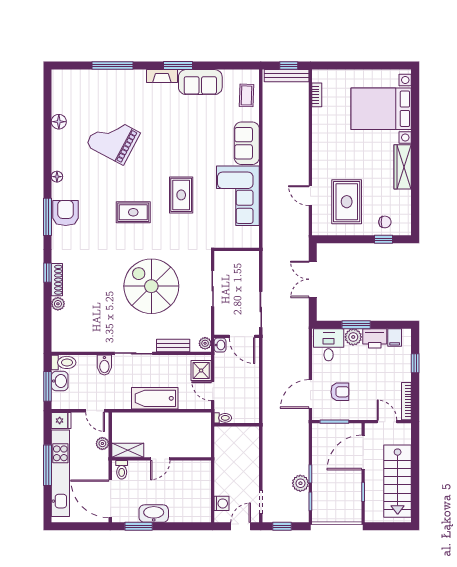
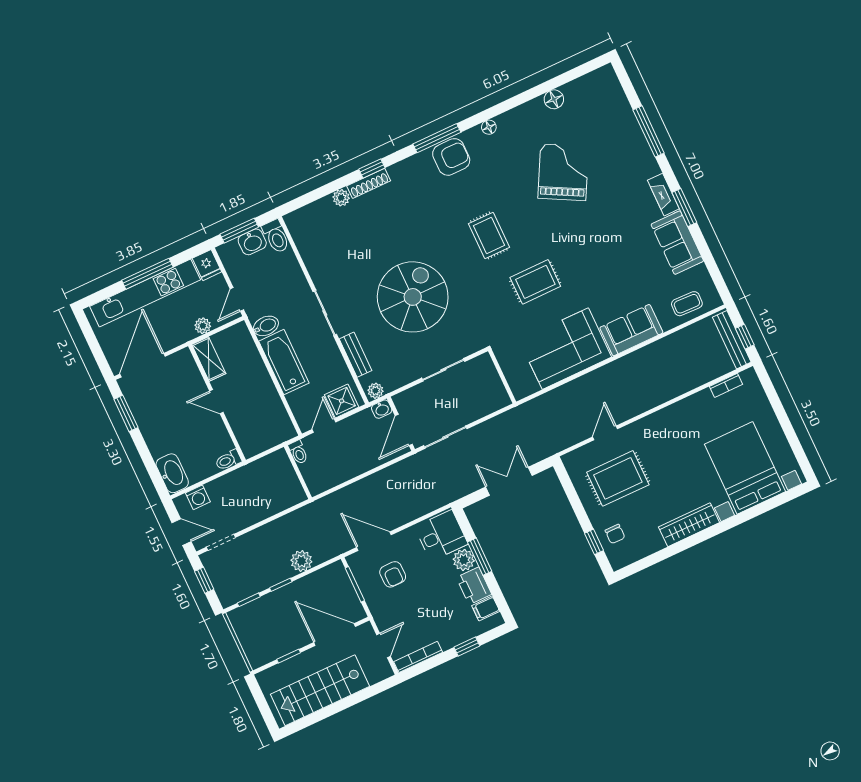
bidet: (104, 365) -> (266, 326), moved, turned 180
toilet: (122, 470) -> (228, 460), moved
plant: (300, 483) -> (301, 561), moved
washbasin: (154, 514) -> (172, 473), moved

